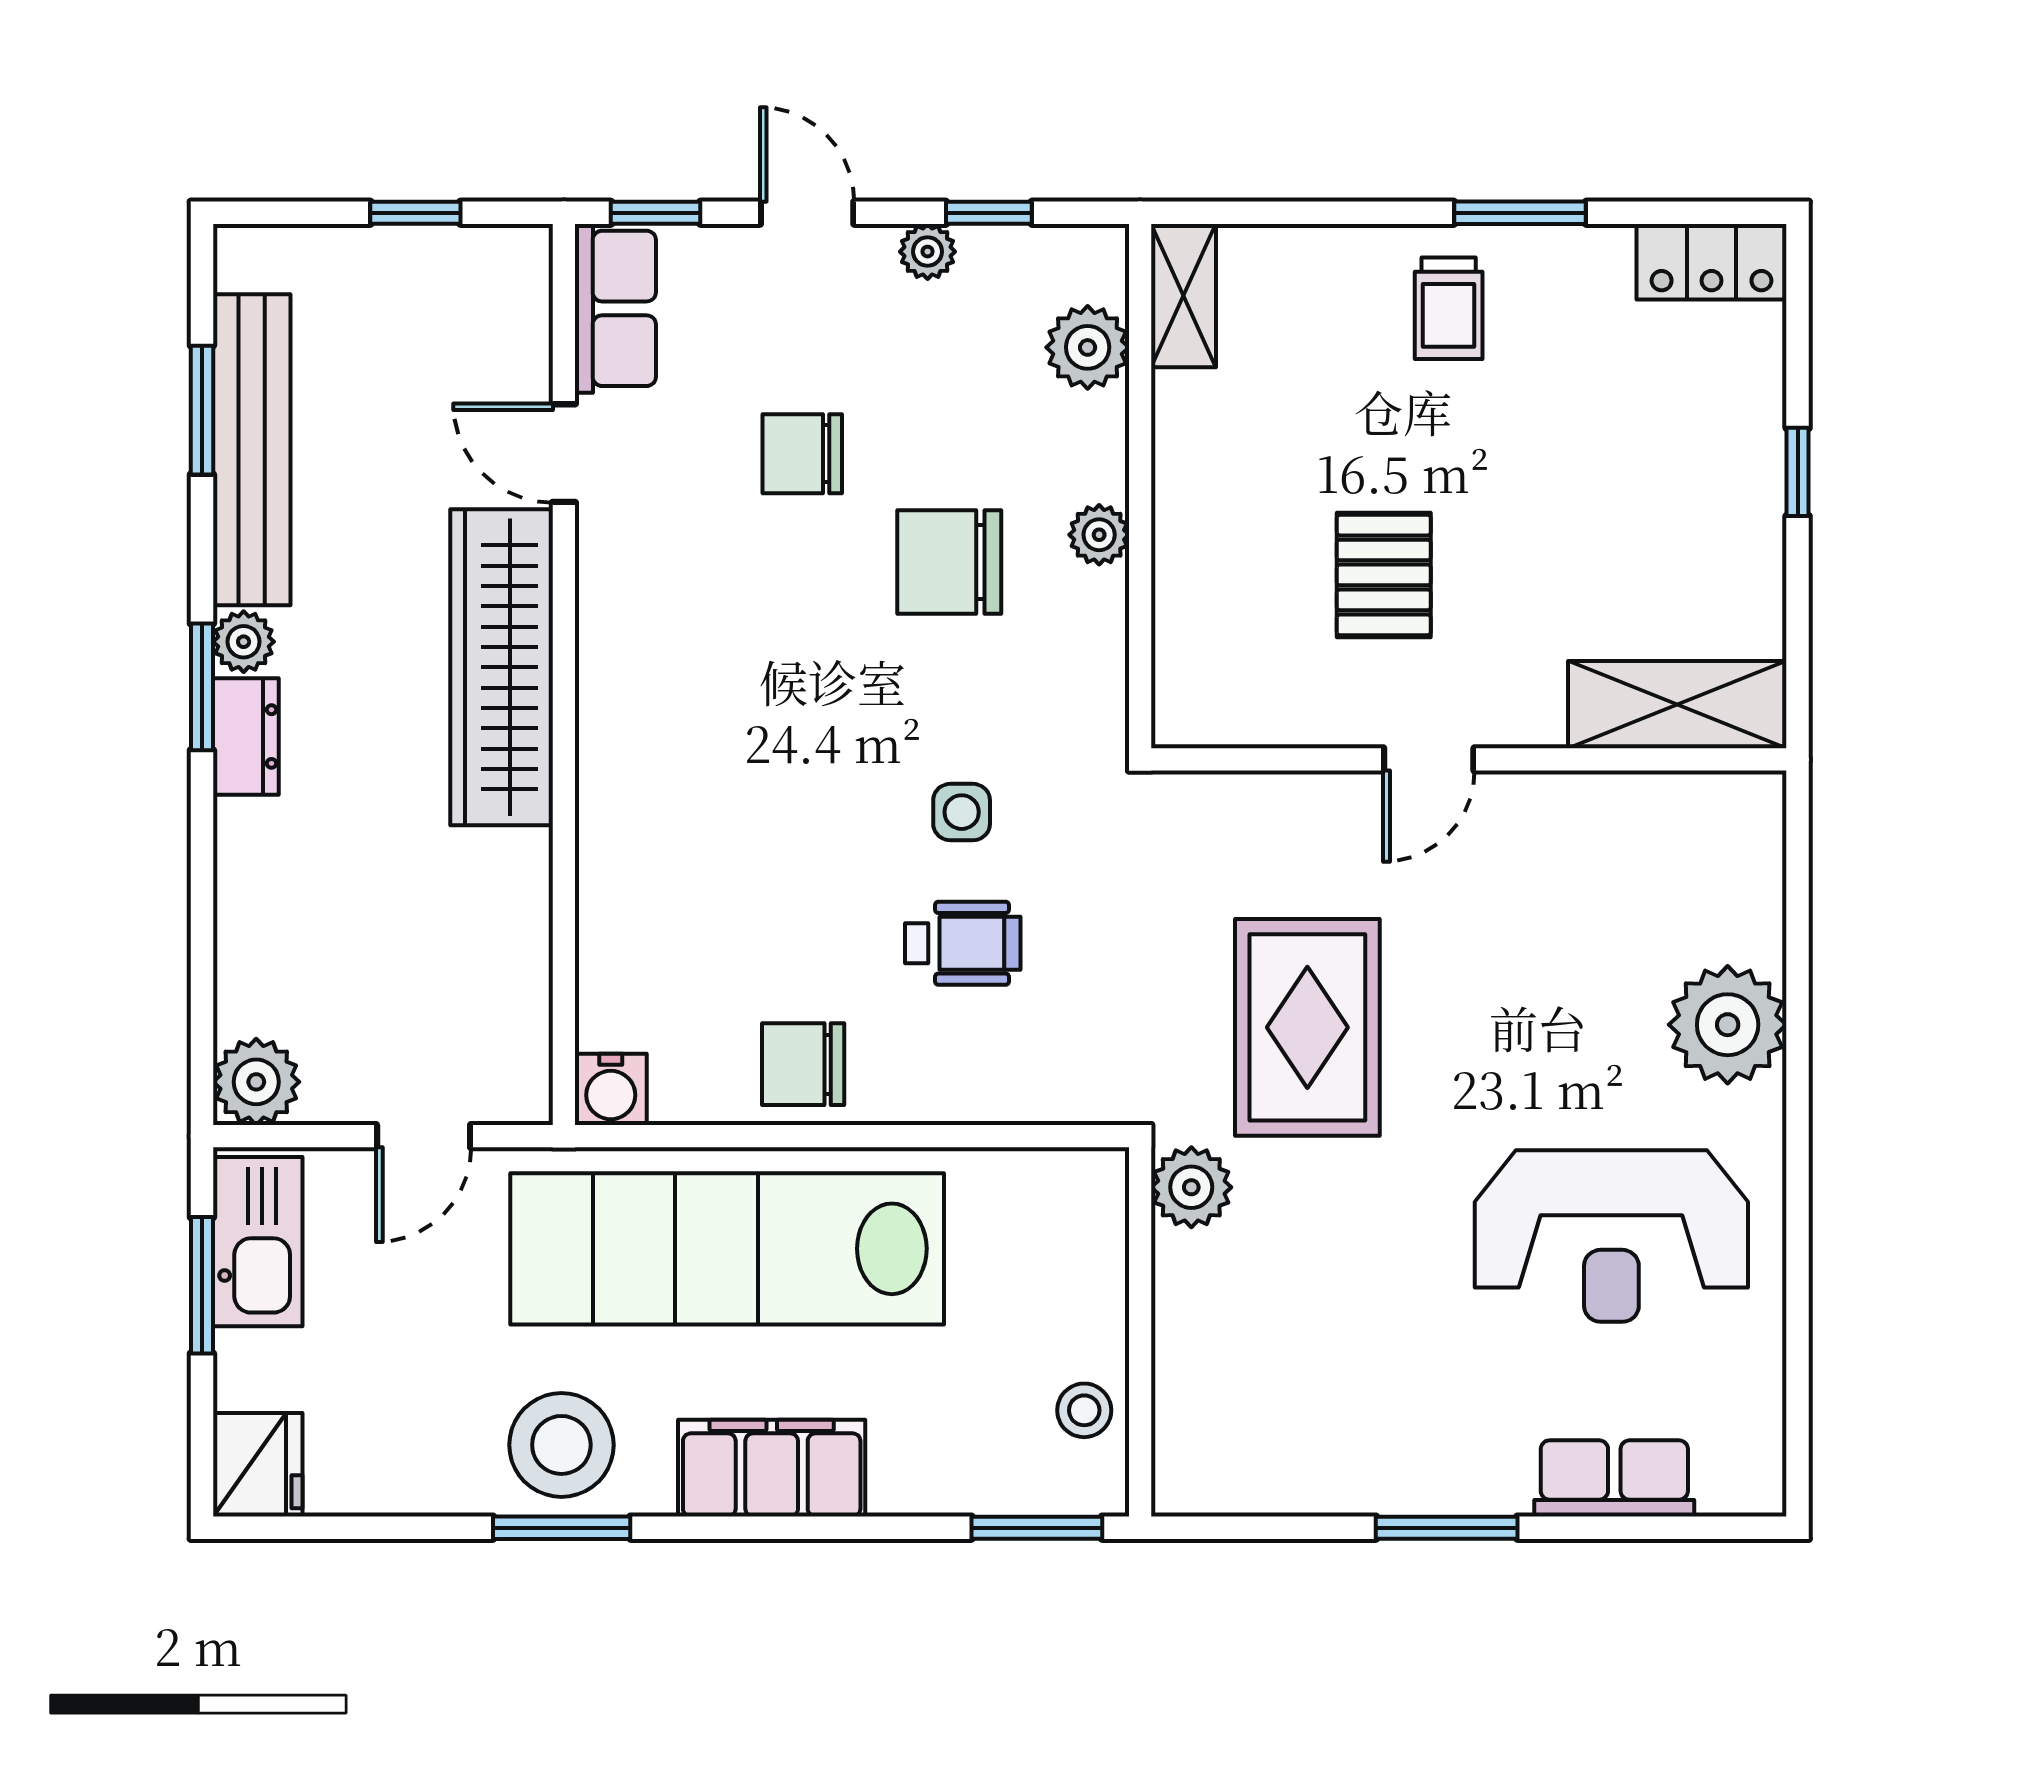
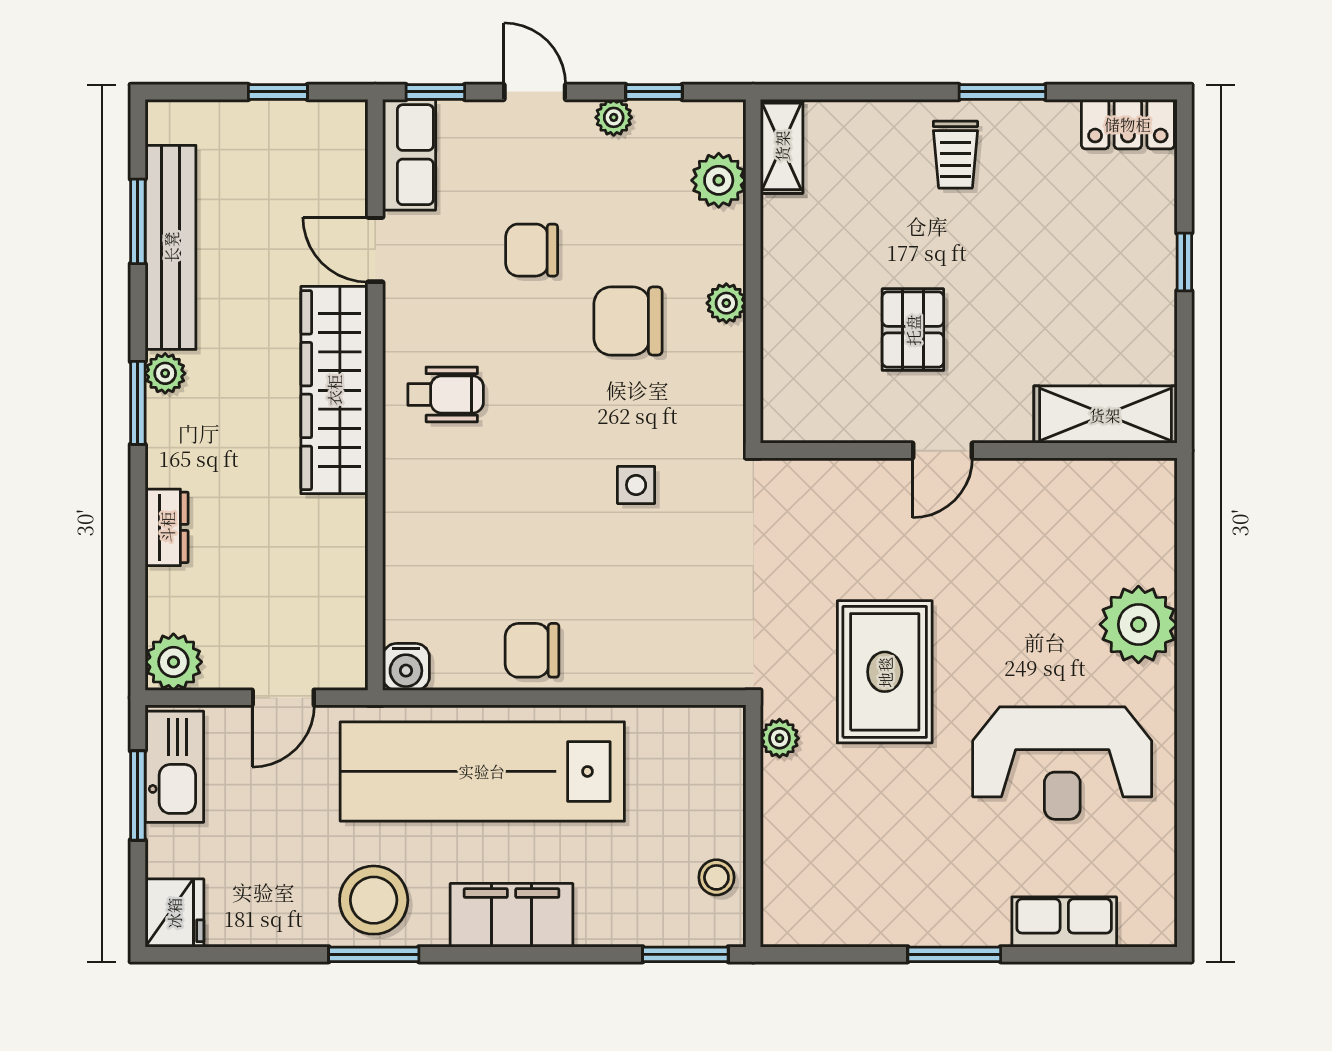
dresser: (246, 737) -> (167, 527), moved
wheelchair: (963, 943) -> (446, 394), moved
rug: (1307, 1027) -> (885, 672), moved
plant: (1191, 1187) -> (780, 738), width x0.73, depth x0.73

